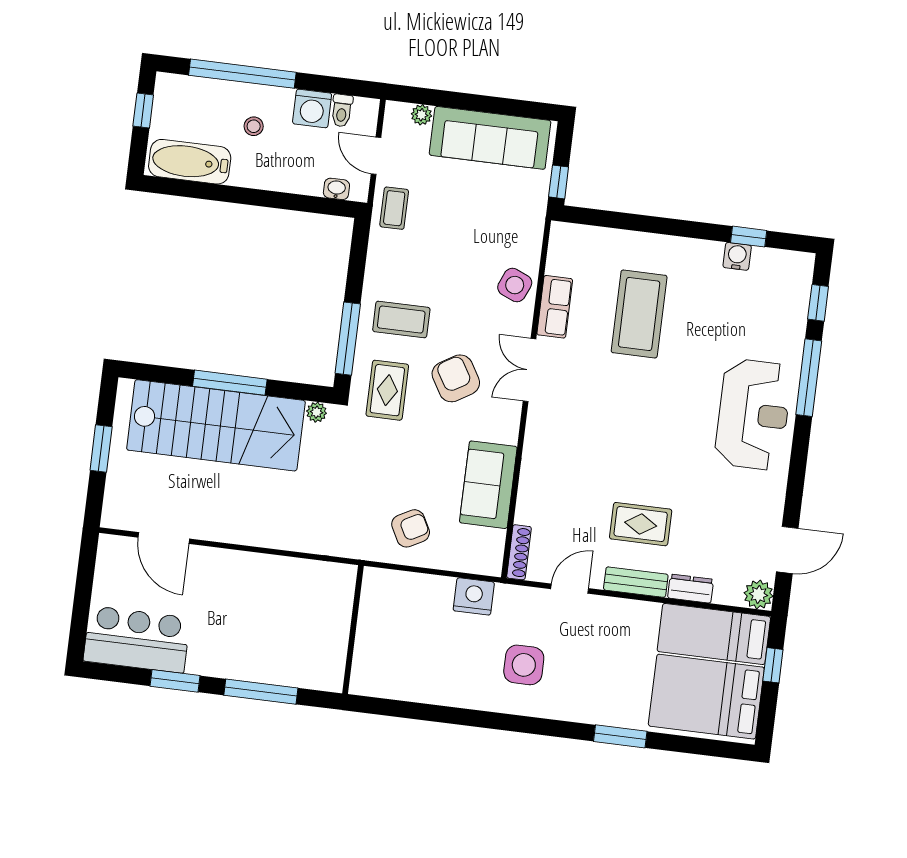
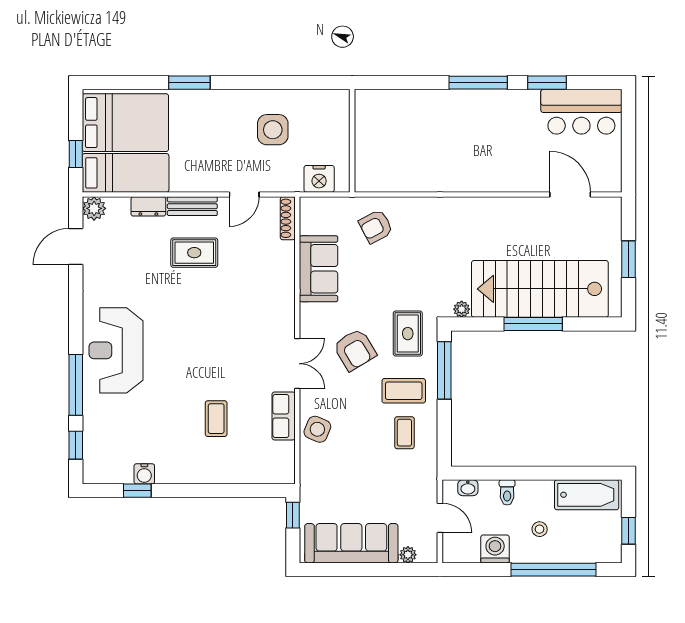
toilet: (342, 111) -> (507, 492), moved, turned 180
coffee table: (394, 208) -> (404, 433), moved
coffee table: (639, 314) -> (216, 419), width x0.54, depth x0.58
wall: (353, 630) -> (352, 141), moved

